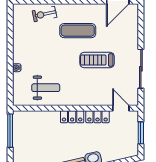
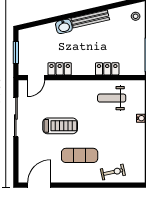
door: (121, 108) -> (36, 78), hinge flipped
locker: (72, 117) -> (107, 69), moved

